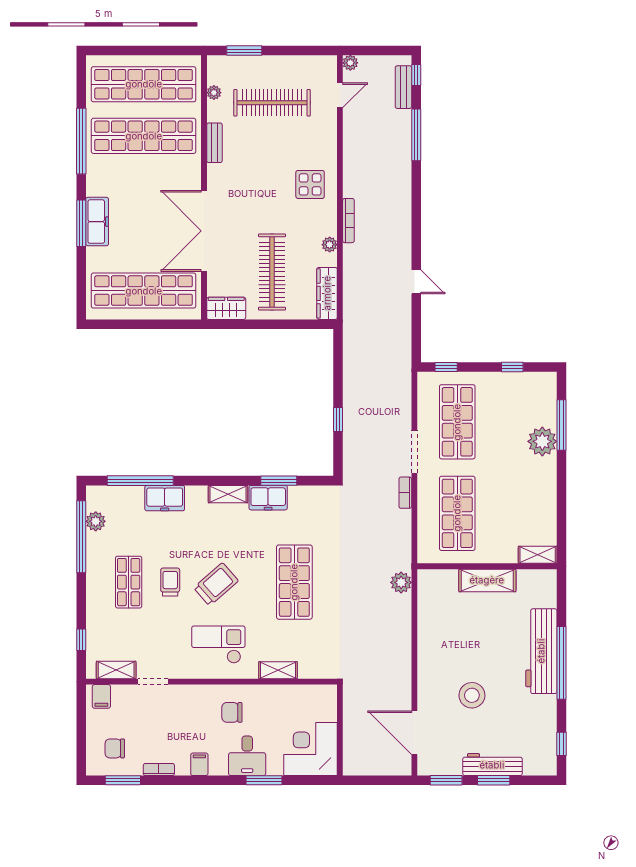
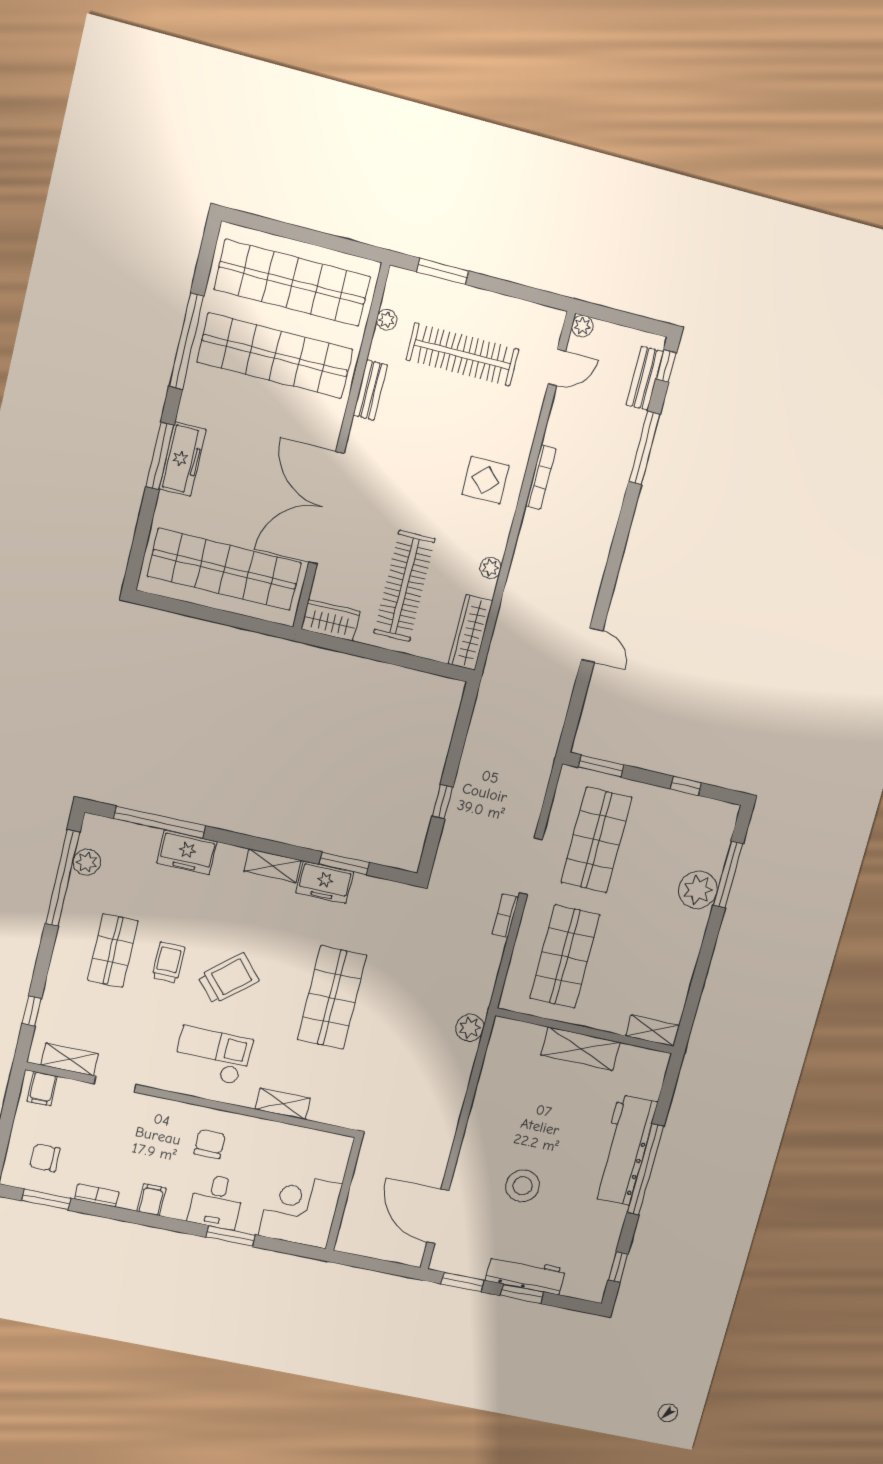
bookcase: (348, 221) -> (541, 477), moved
window: (446, 367) -> (601, 766), width x1.50
chair: (232, 712) -> (210, 1144), turned 90

